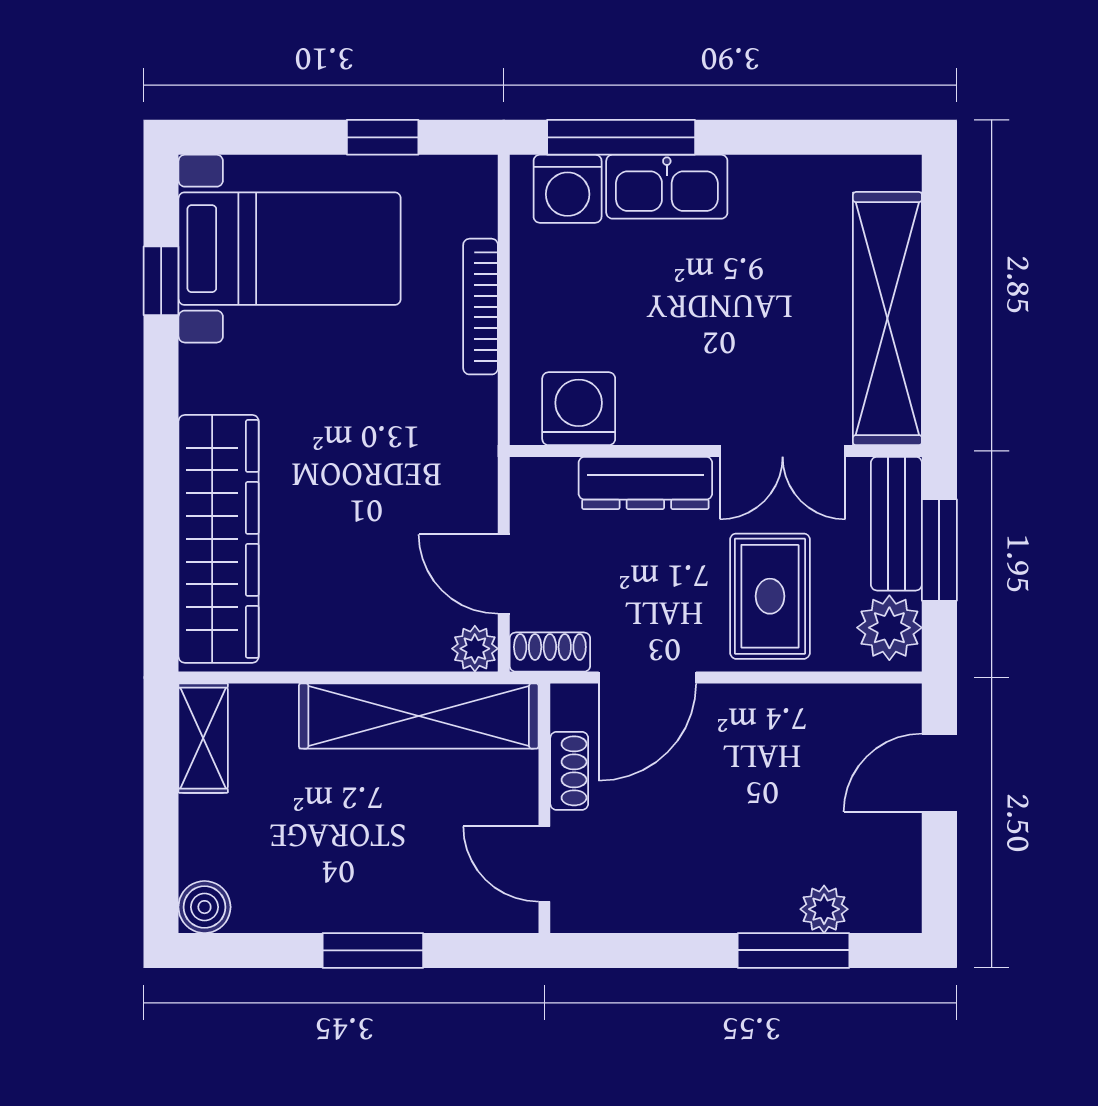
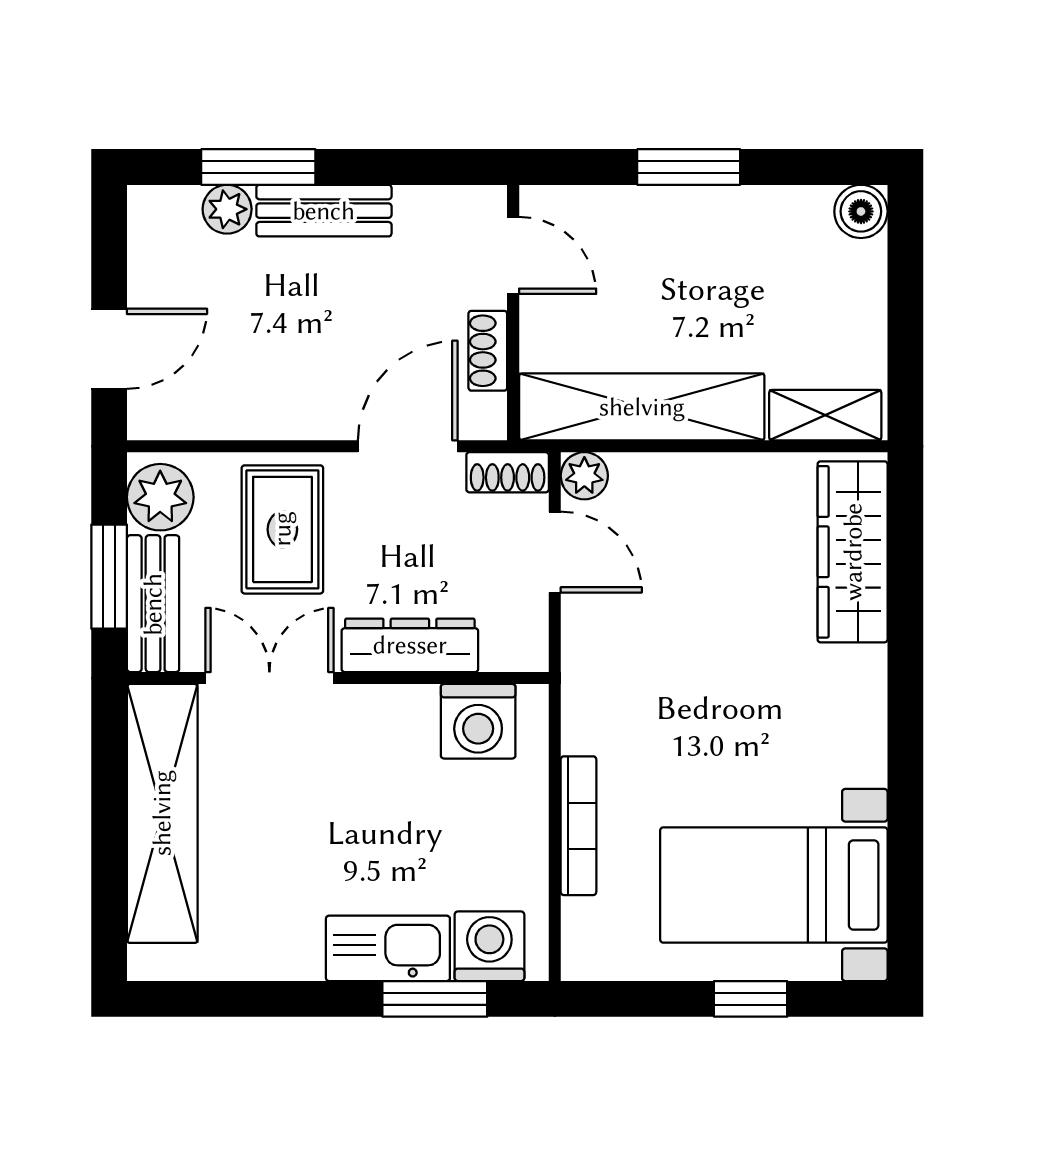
window: (383, 137) -> (751, 999), moved
window: (621, 137) -> (435, 999), width x0.69
window: (161, 281) -> (905, 852), removed
wardrobe: (219, 539) -> (853, 552), width x0.71, depth x0.85
shelving: (203, 738) -> (825, 415), moved, turned 90
bench: (729, 908) -> (324, 211), added

